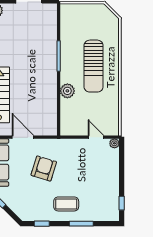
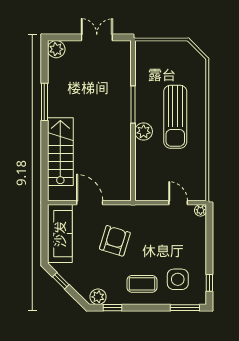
plant: (67, 91) -> (144, 131), moved
side table: (96, 200) -> (178, 279), added
plant: (30, 215) -> (98, 297), added
window: (81, 224) -> (185, 308), moved

